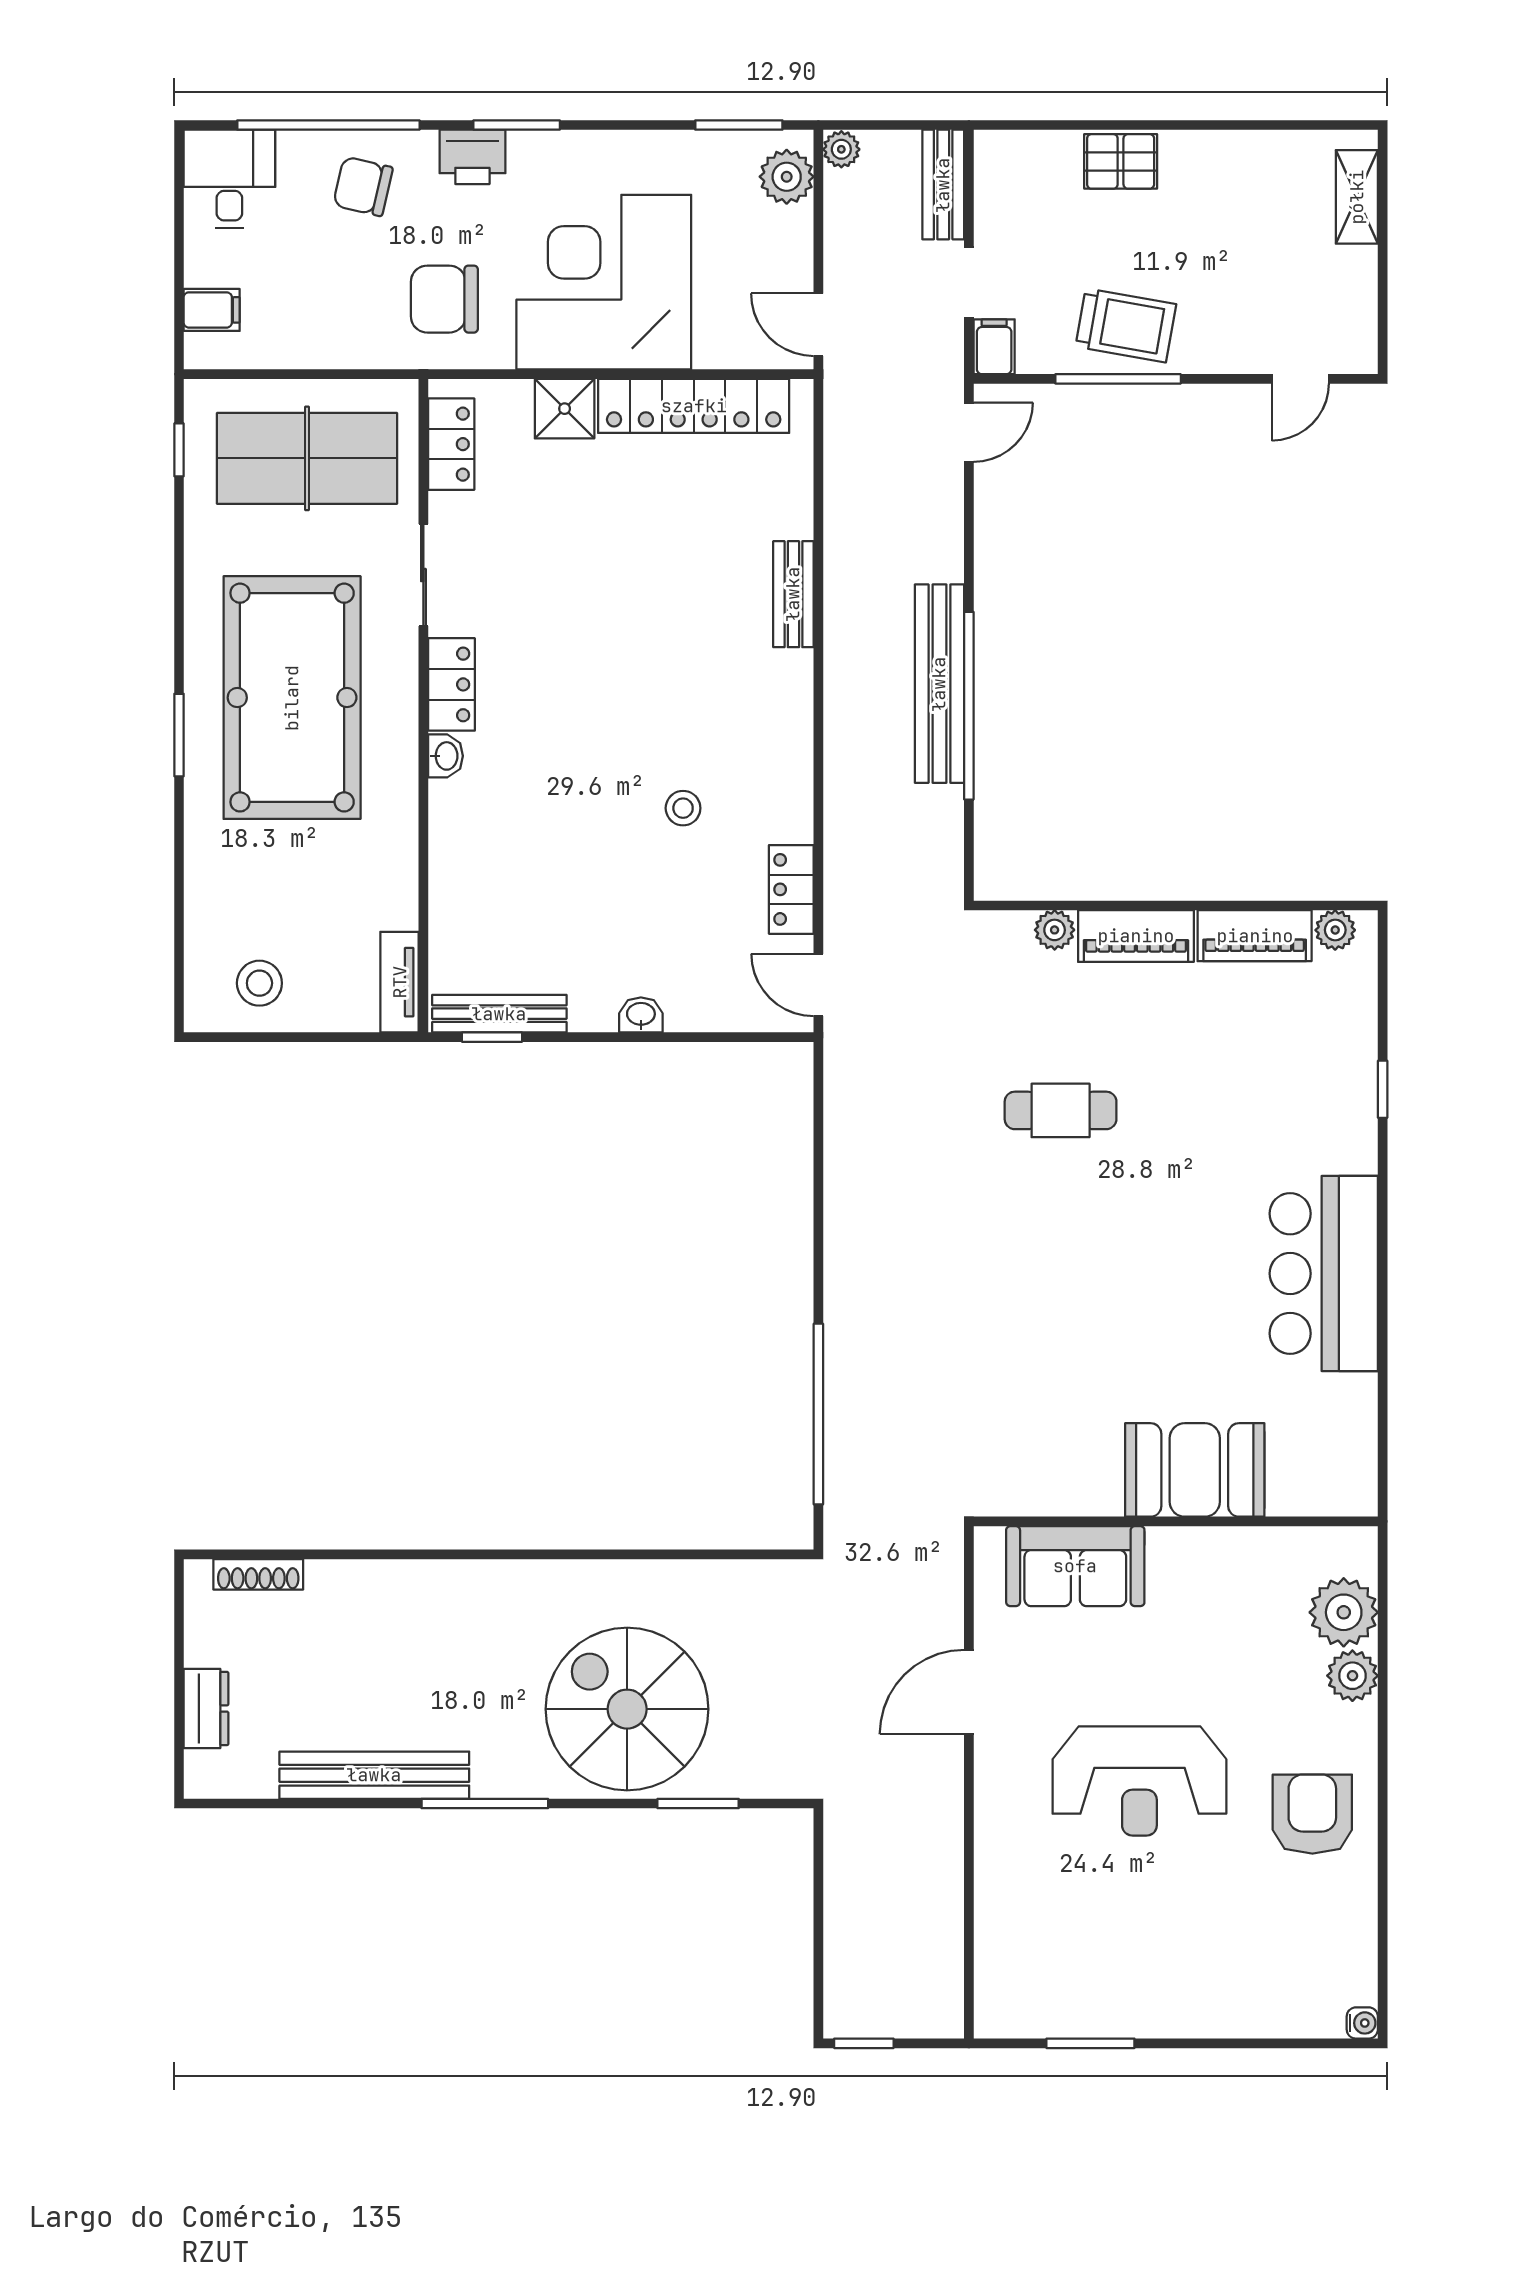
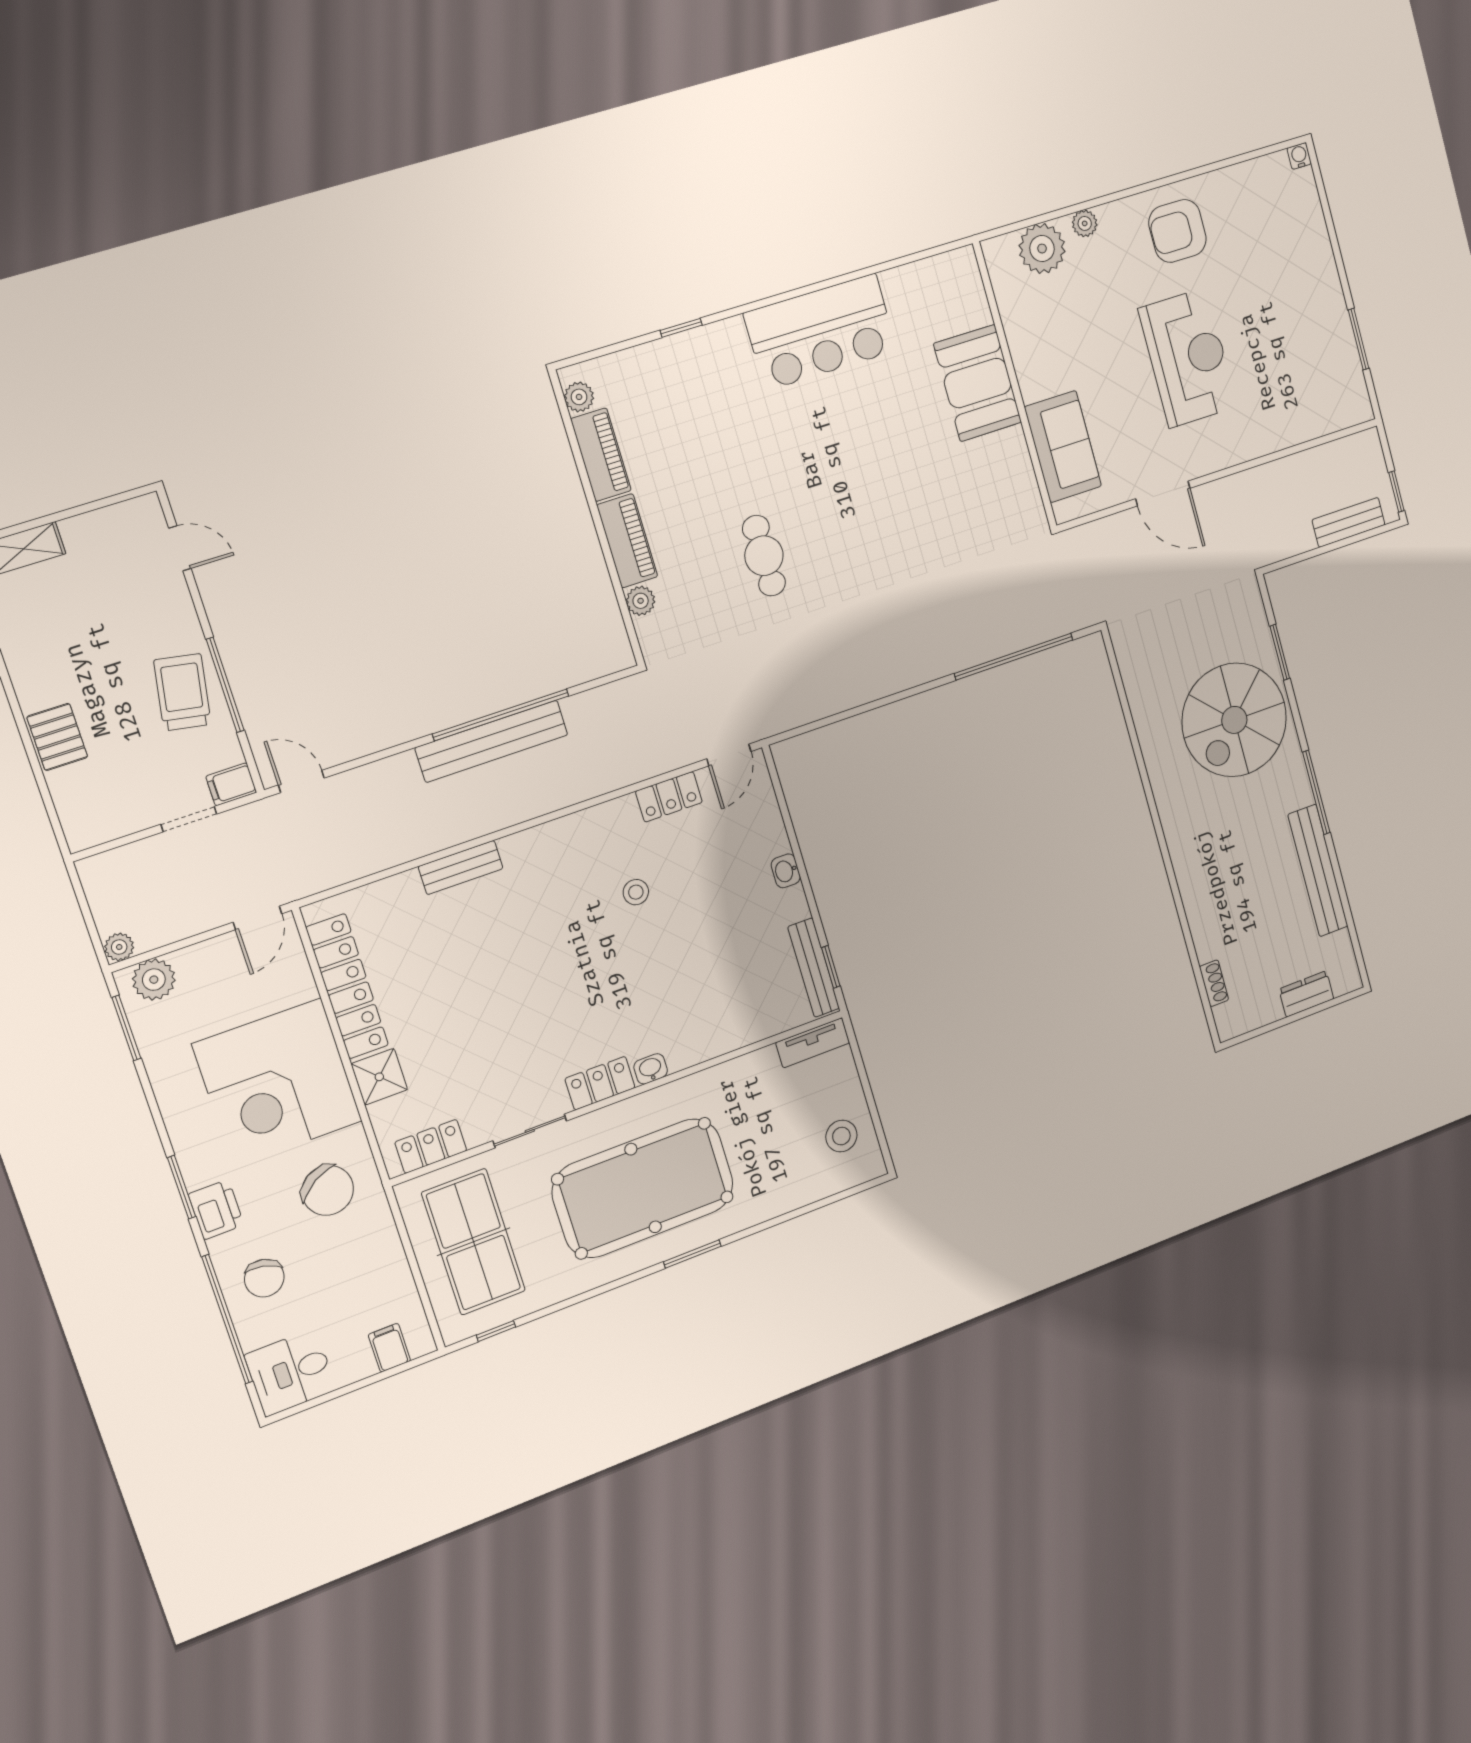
bench: (943, 185) -> (1349, 522), moved
chair: (444, 299) -> (328, 1190), turned -32
shoe rack: (258, 1574) -> (1214, 983), width x0.70
plant: (1352, 1676) -> (1085, 223), width x0.73, depth x0.73

